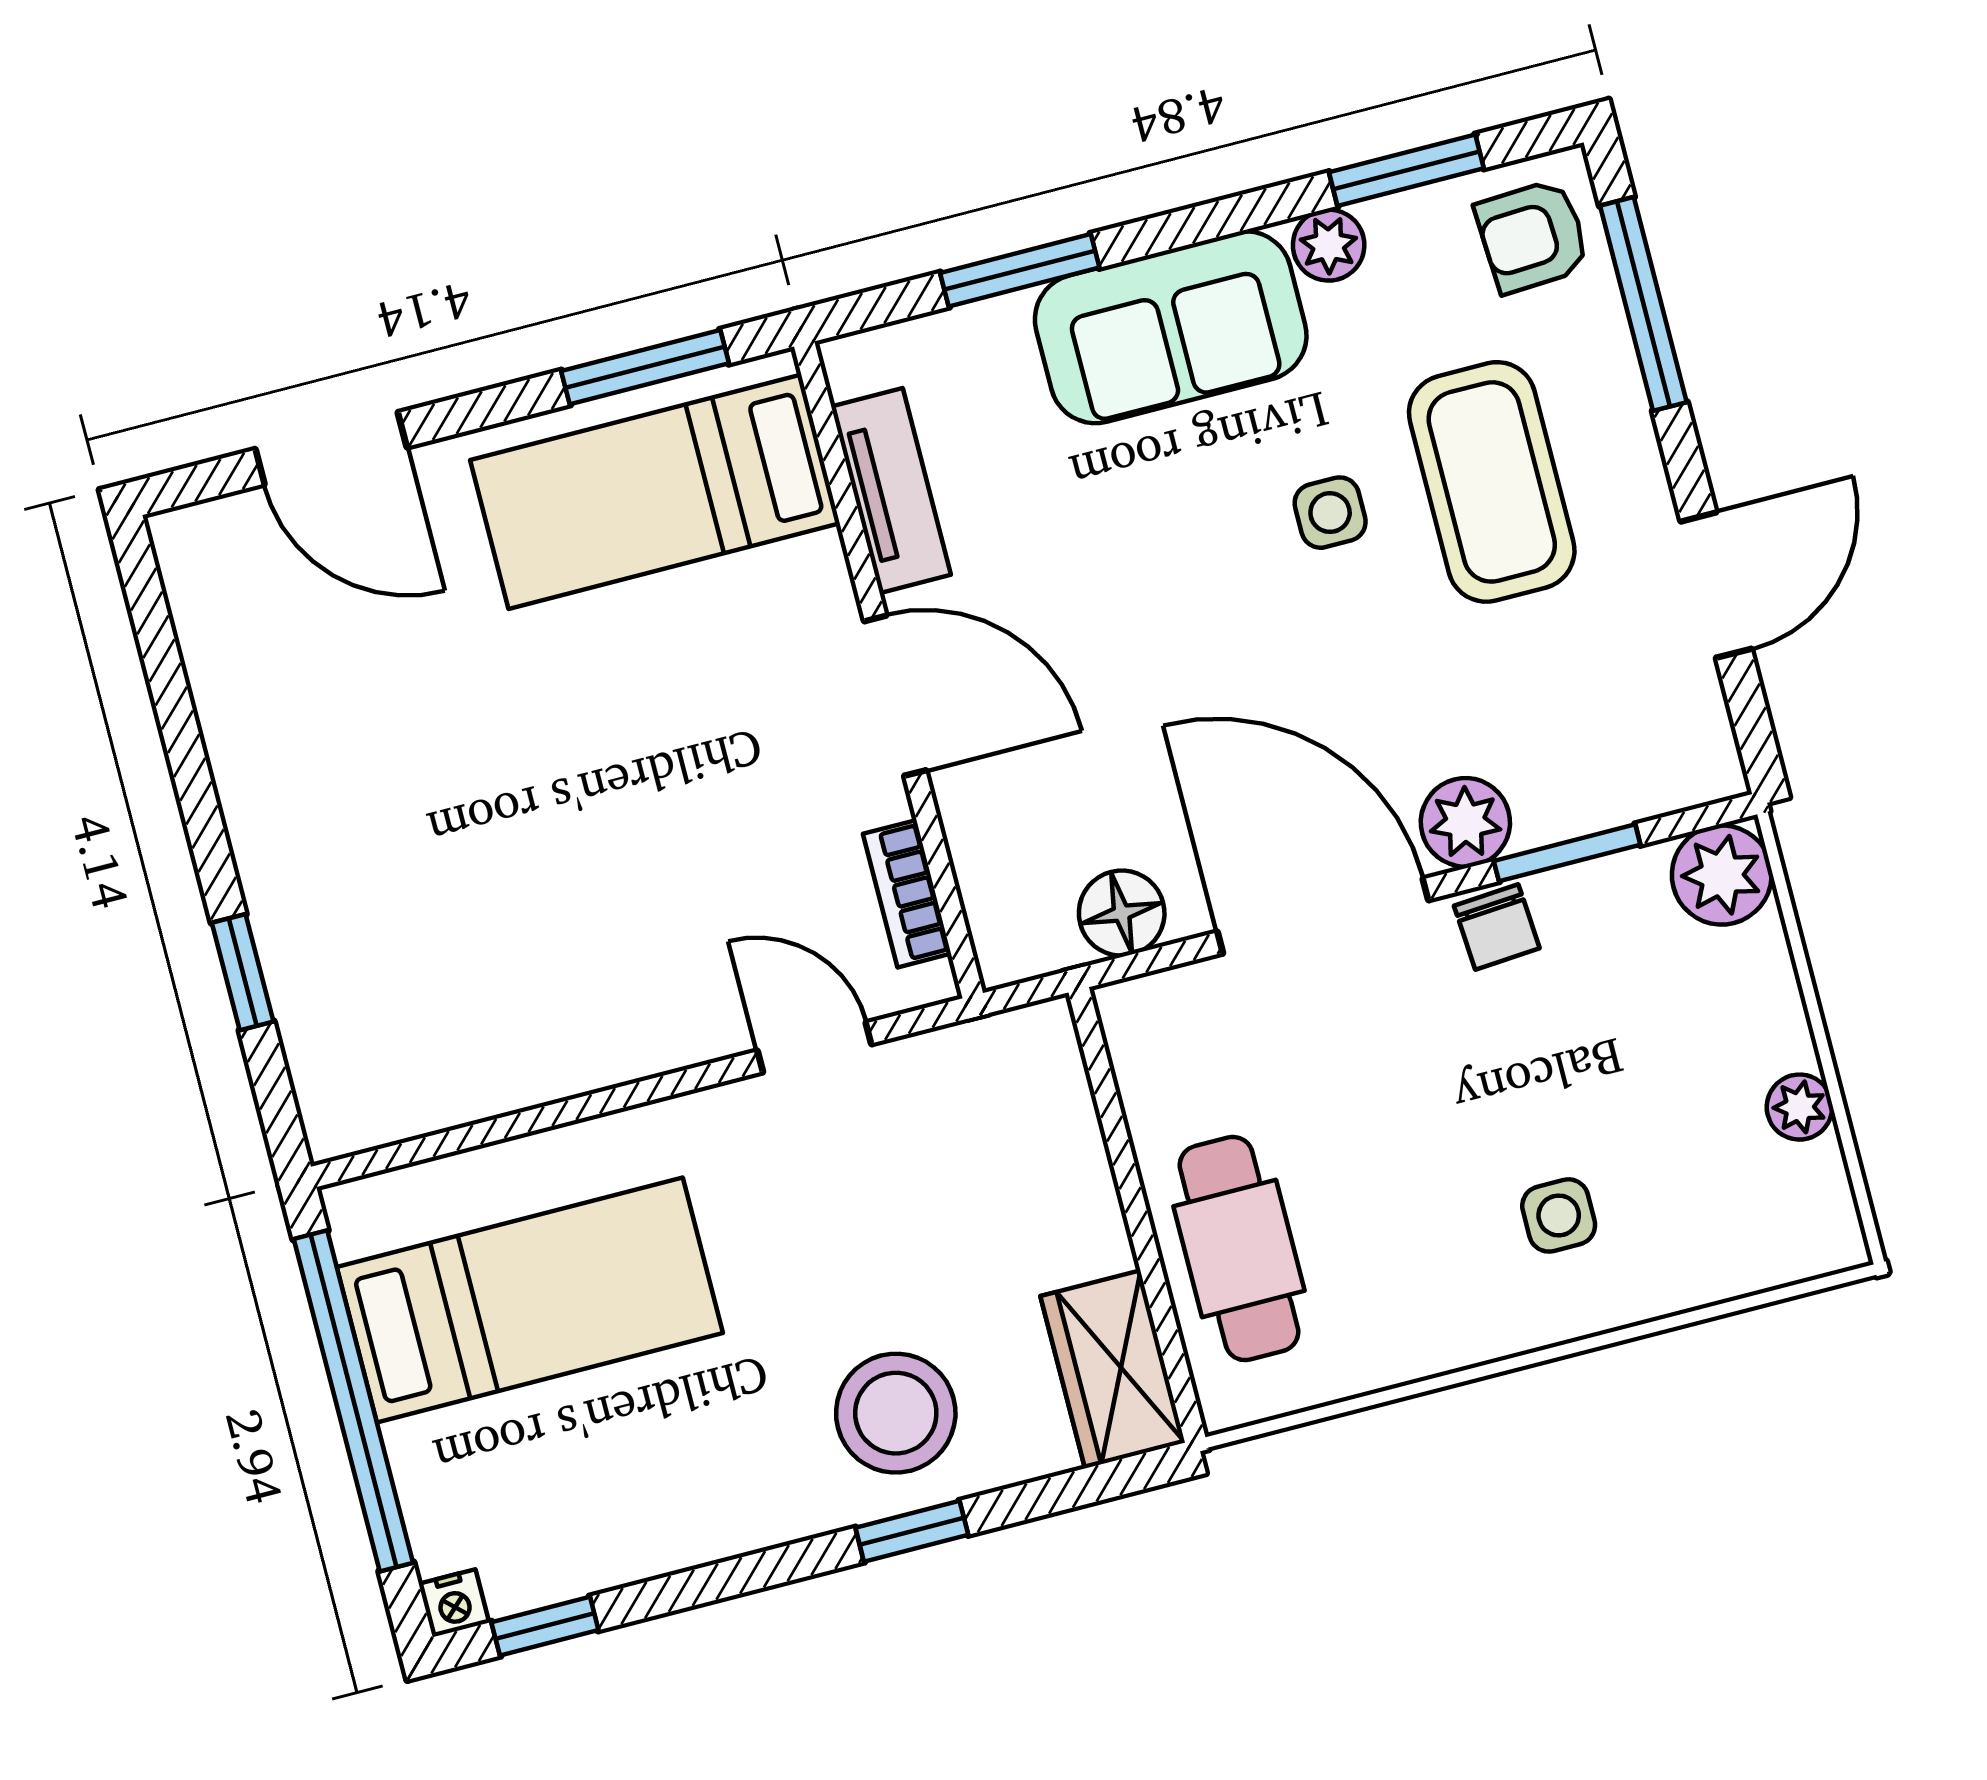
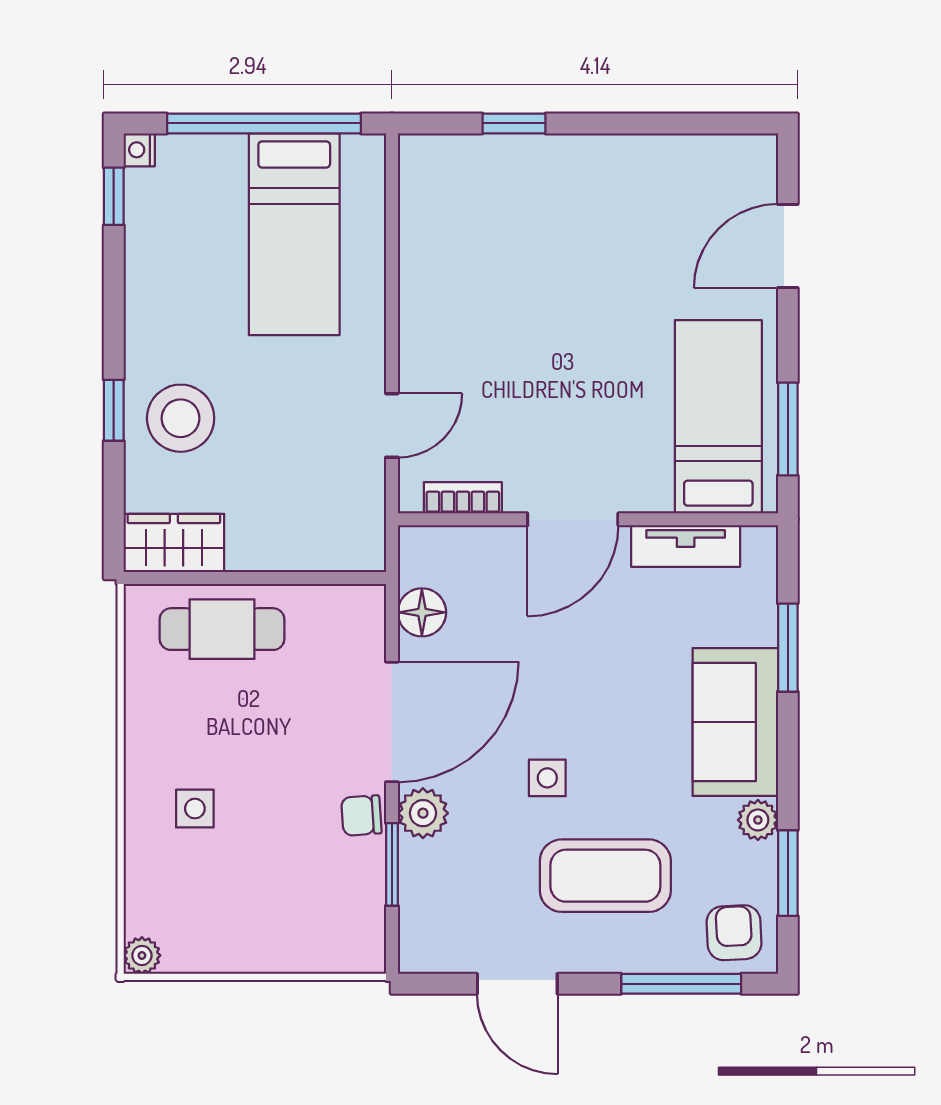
side table: (1330, 513) -> (547, 778), moved
plant: (1722, 875) -> (358, 946), removed
plant: (1799, 1107) -> (142, 955), moved

